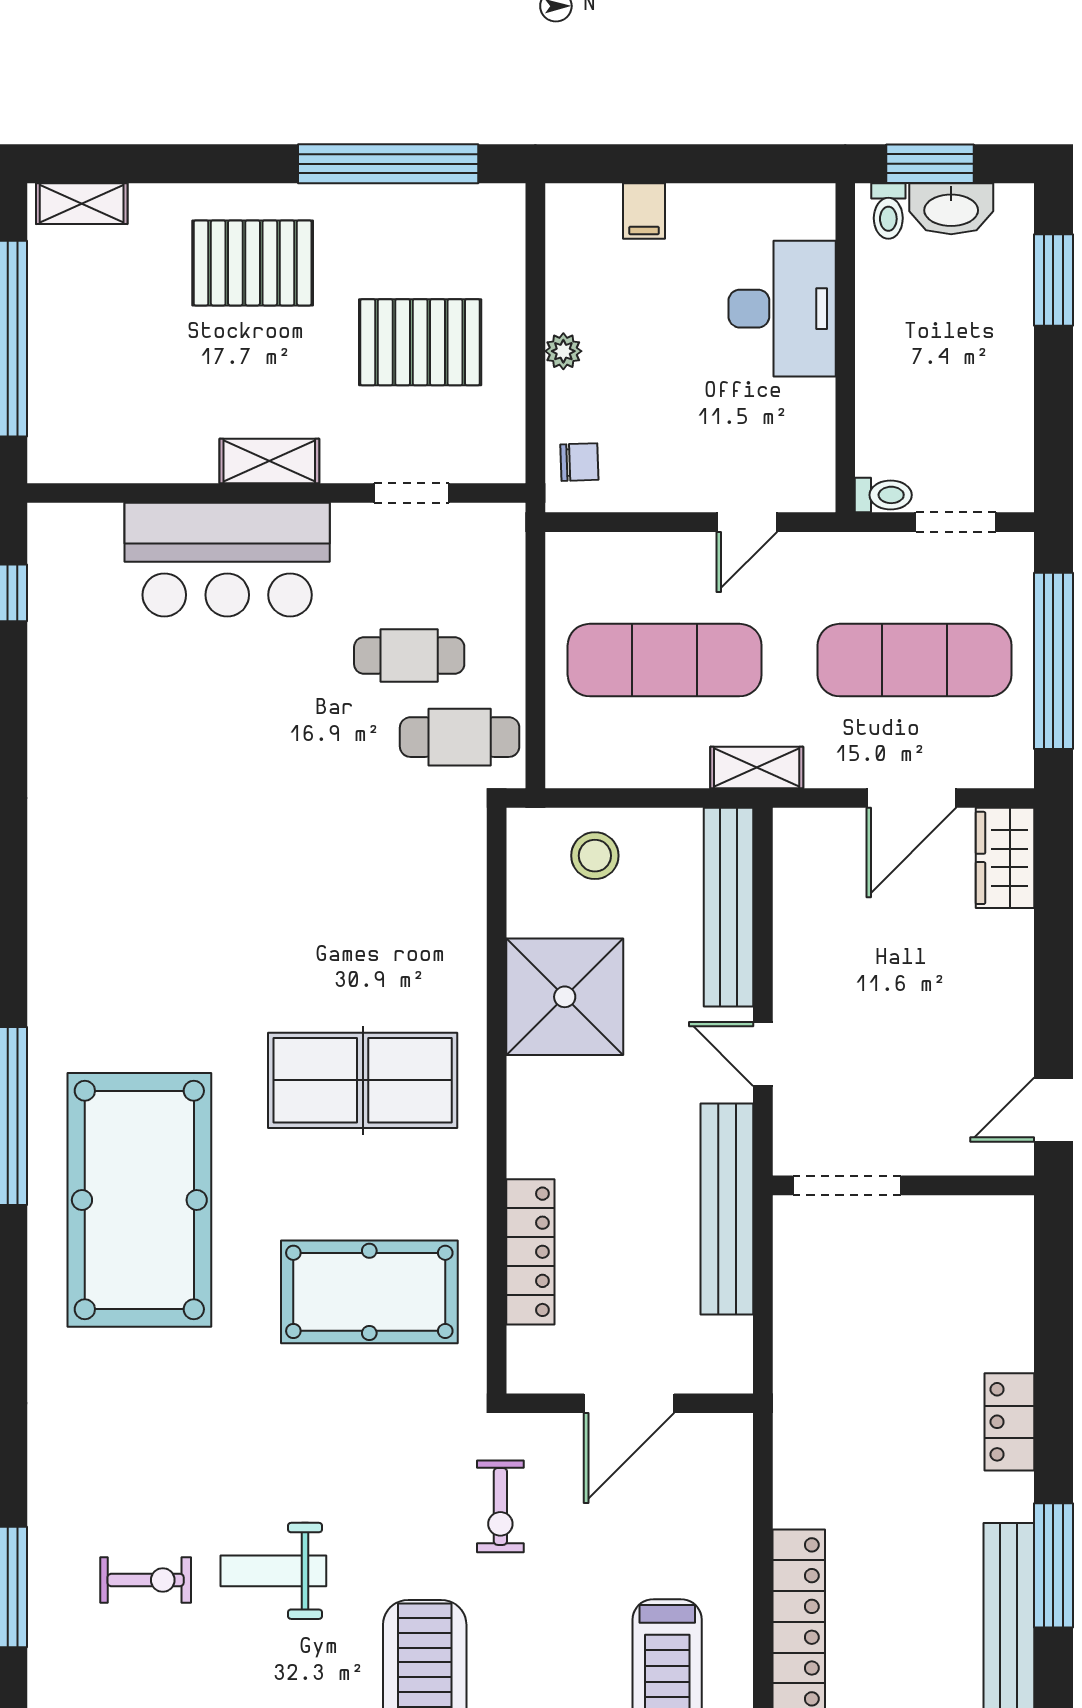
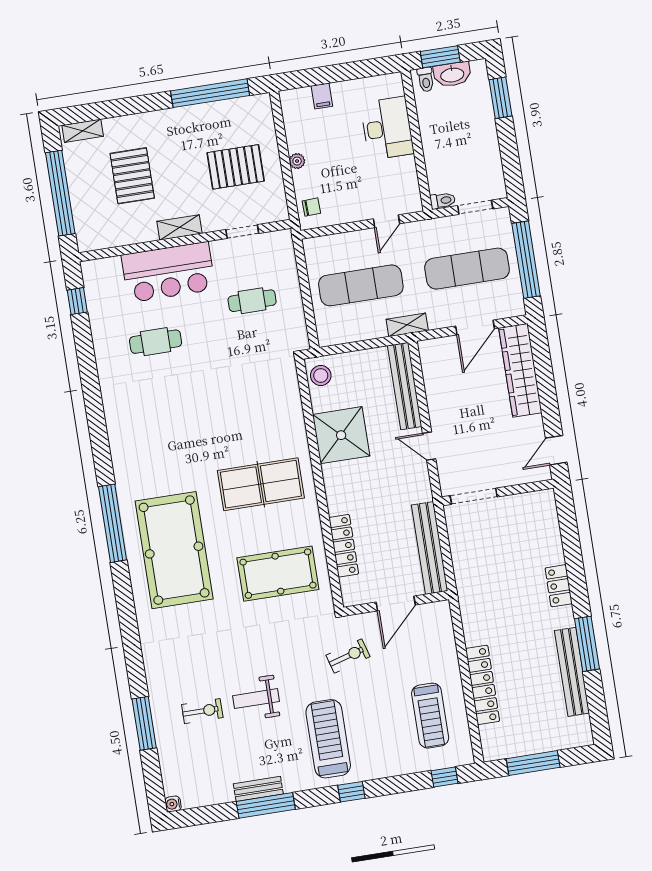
pallet: (253, 263) -> (132, 176), moved, turned 90
cafe table: (460, 737) -> (156, 342), moved
stool: (595, 856) -> (321, 376), moved
wardrobe: (1005, 858) -> (520, 370), width x2.10, depth x1.17
bench: (727, 1209) -> (430, 548), moved
exercise bike: (500, 1506) -> (348, 656), turned -106

